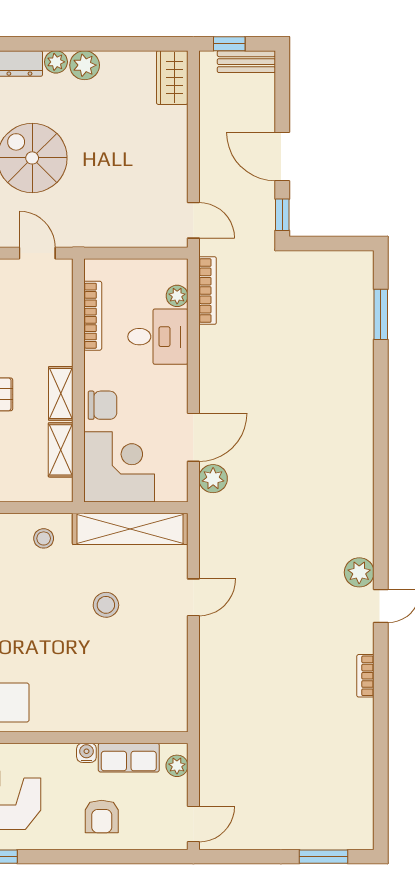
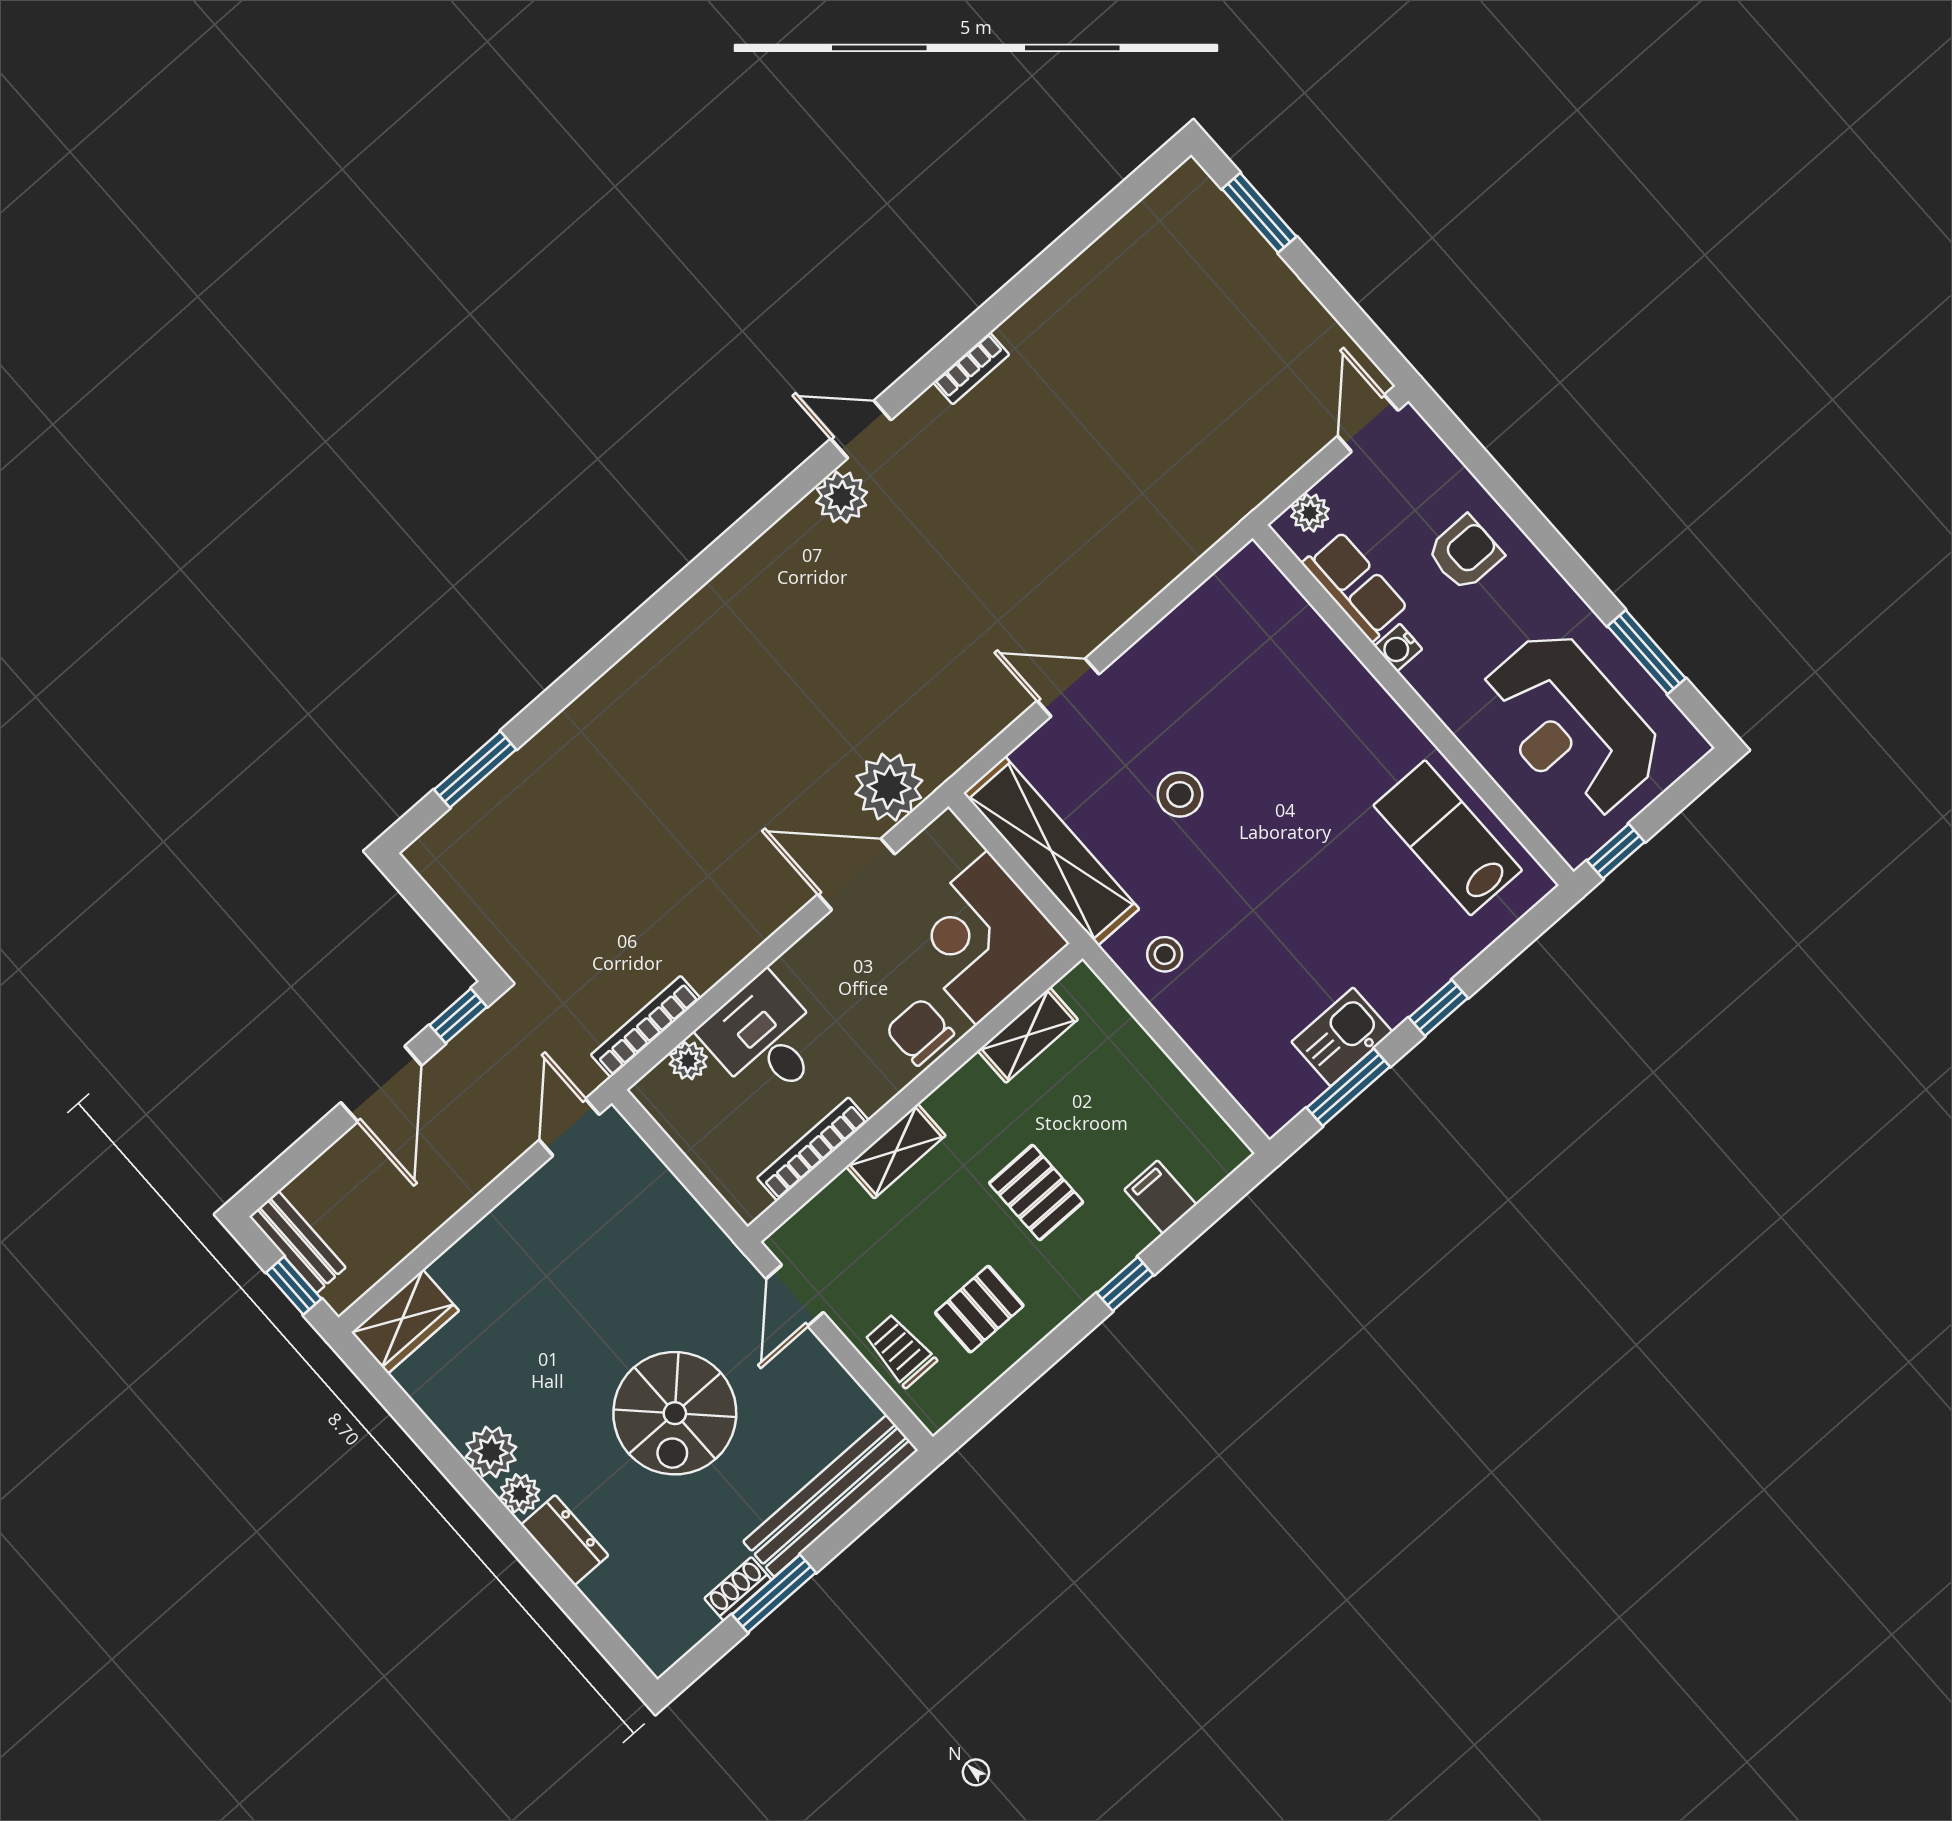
shelving: (61, 393) -> (896, 1151), moved
plant: (213, 479) -> (889, 787), width x1.36, depth x1.36
door: (193, 824) -> (1368, 423), hinge flipped

